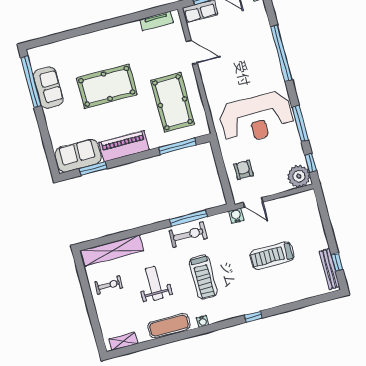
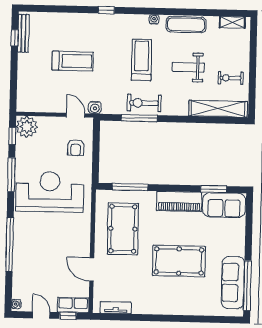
sofa: (48, 88) -> (233, 283), width x1.36
weight bench: (154, 283) -> (188, 67), turned 90

